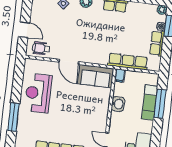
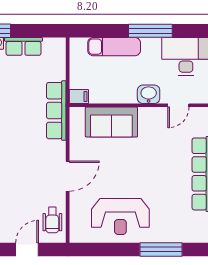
row of seats: (128, 62) -> (56, 111), moved
sofa: (96, 76) -> (111, 122), moved, turned 90
washbasin: (118, 104) -> (149, 94), moved
window: (160, 104) -> (150, 31), moved

